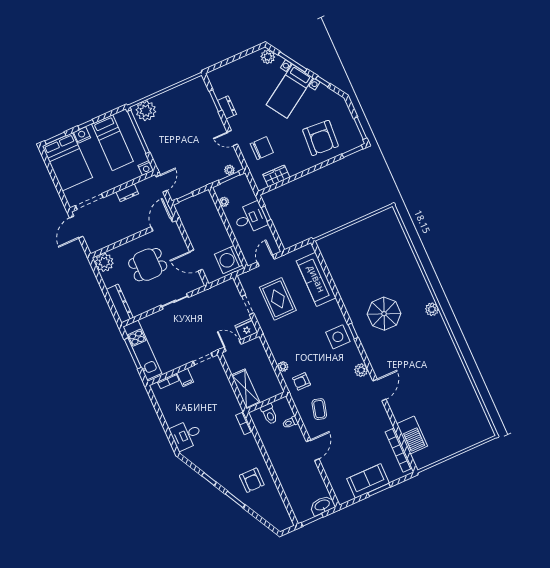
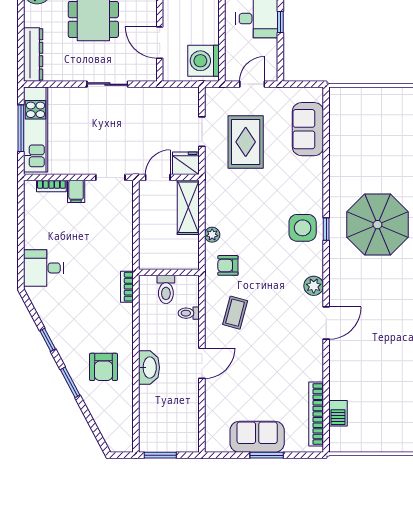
sofa: (316, 279) -> (308, 129), width x0.73
parasol: (384, 314) -> (377, 225), width x1.36, depth x1.36
door: (233, 346) -> (158, 177), hinge flipped
shelving: (246, 389) -> (188, 207), moved
barbecue: (412, 435) -> (338, 413), width x0.53, depth x0.65
washbasin: (322, 505) -> (149, 368), moved, turned 90

